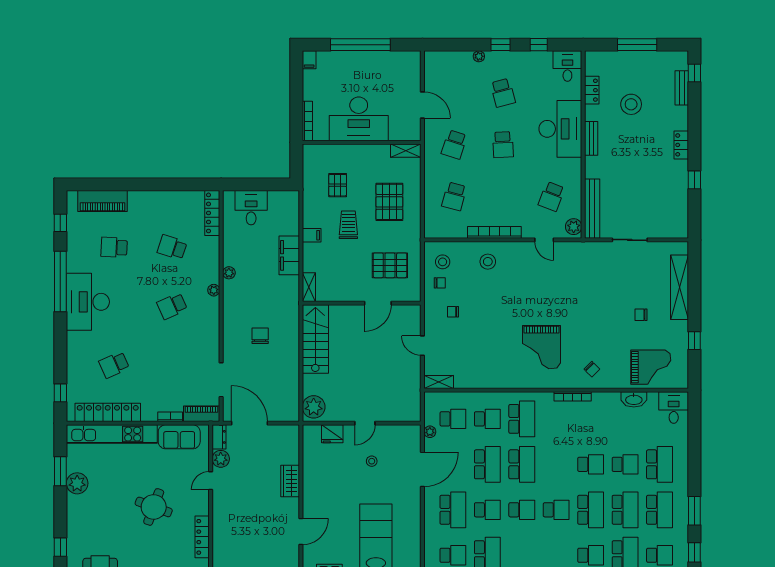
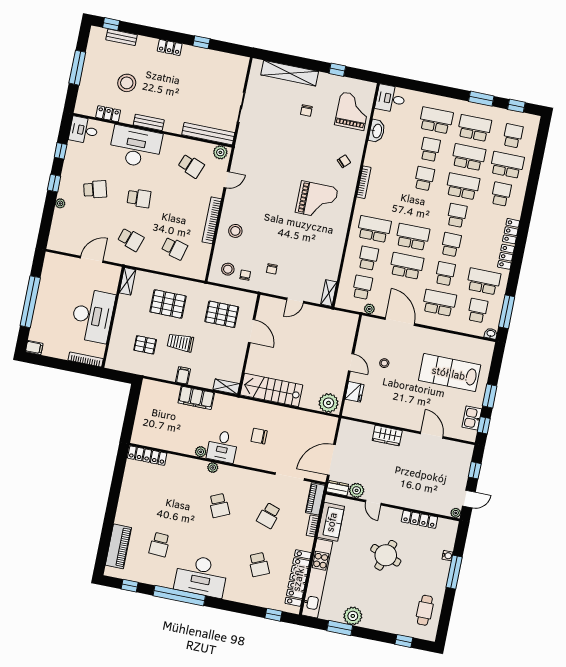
desk: (251, 208) -> (222, 446), moved, turned -90
school desk: (172, 247) -> (269, 515), moved
pallet: (390, 265) -> (222, 314), turned 90

